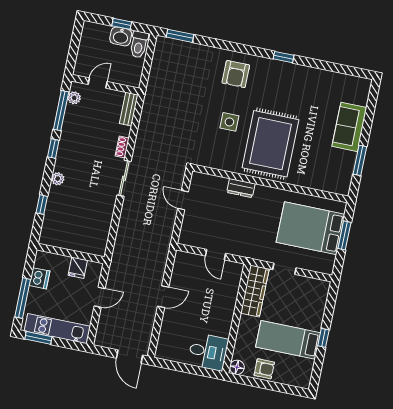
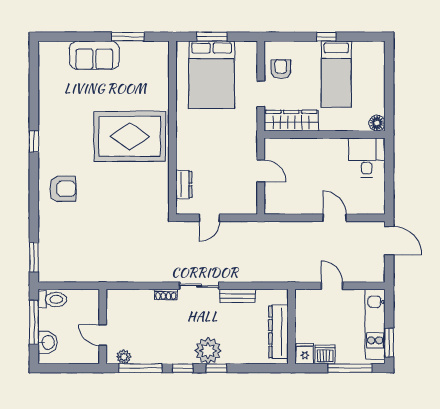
window: (122, 24) -> (34, 322), width x2.17
washbasin: (121, 36) -> (48, 342), moved
bench: (129, 109) -> (237, 296), moved
side table: (229, 122) -> (115, 185), removed
plant: (58, 179) -> (208, 351), width x1.88, depth x1.88
dresser: (241, 188) -> (184, 184), moved
window: (42, 205) -> (216, 368), moved
dresser: (68, 241) -> (278, 332), added
door: (216, 255) -> (261, 171), hinge flipped
fridge: (78, 268) -> (305, 354), moved, turned -90
door: (163, 297) -> (335, 218), moved
door: (130, 357) -> (389, 241), hinge flipped
armchair: (264, 369) -> (281, 69), moved

